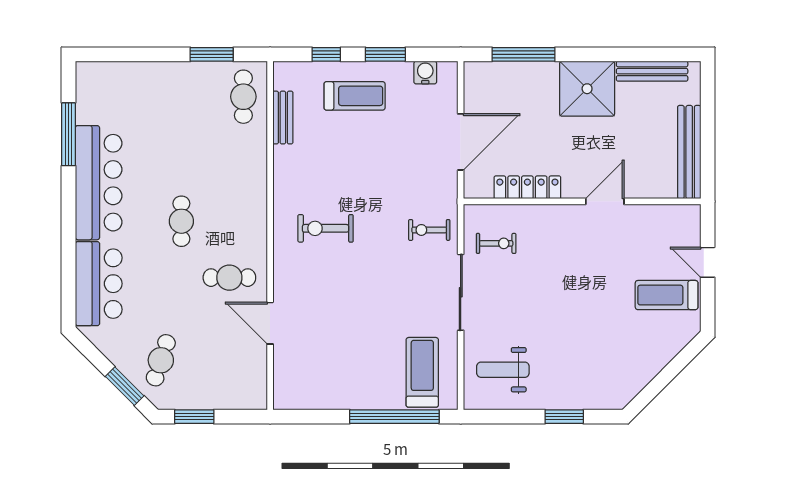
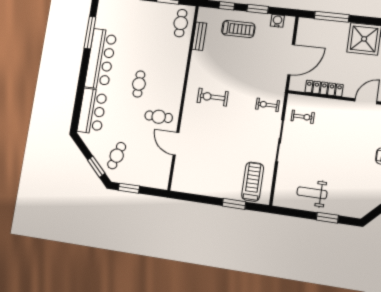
weight bench: (503, 370) -> (312, 193), moved
window: (394, 417) -> (234, 204), width x0.47

